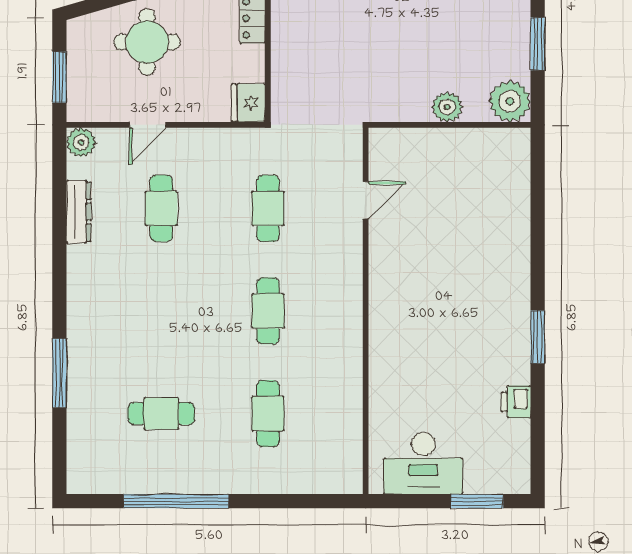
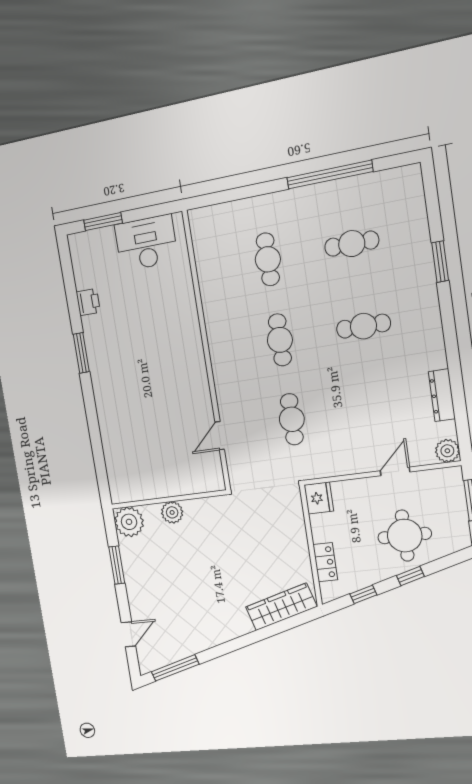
cafe table: (161, 208) -> (363, 326), moved, turned 90
window: (59, 373) -> (440, 262), width x0.69

